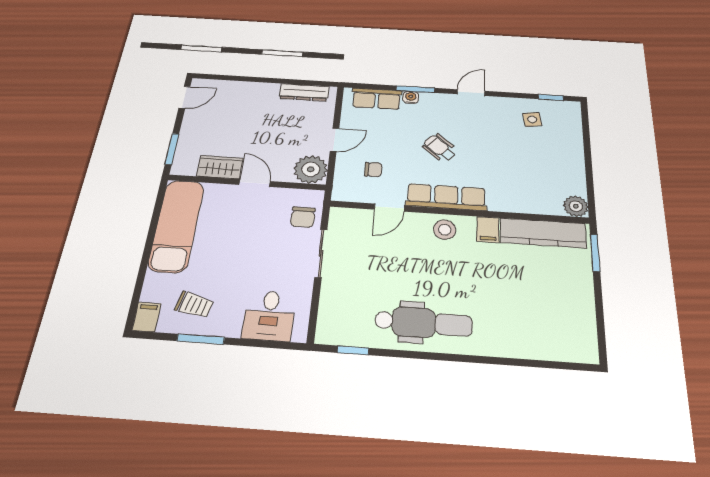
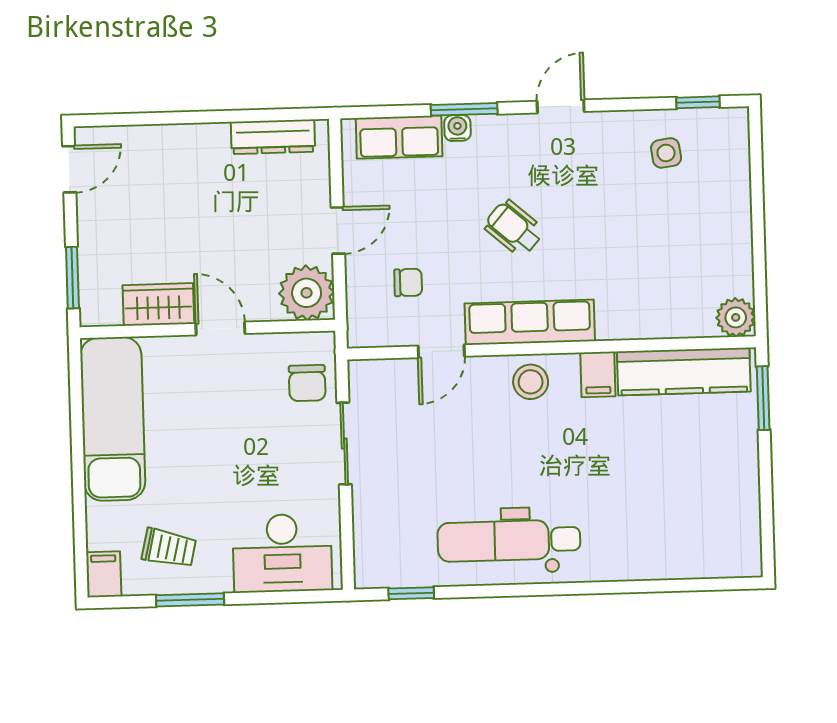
desk: (269, 316) -> (282, 553), width x1.37
dental chair: (423, 323) -> (509, 541), turned 180

